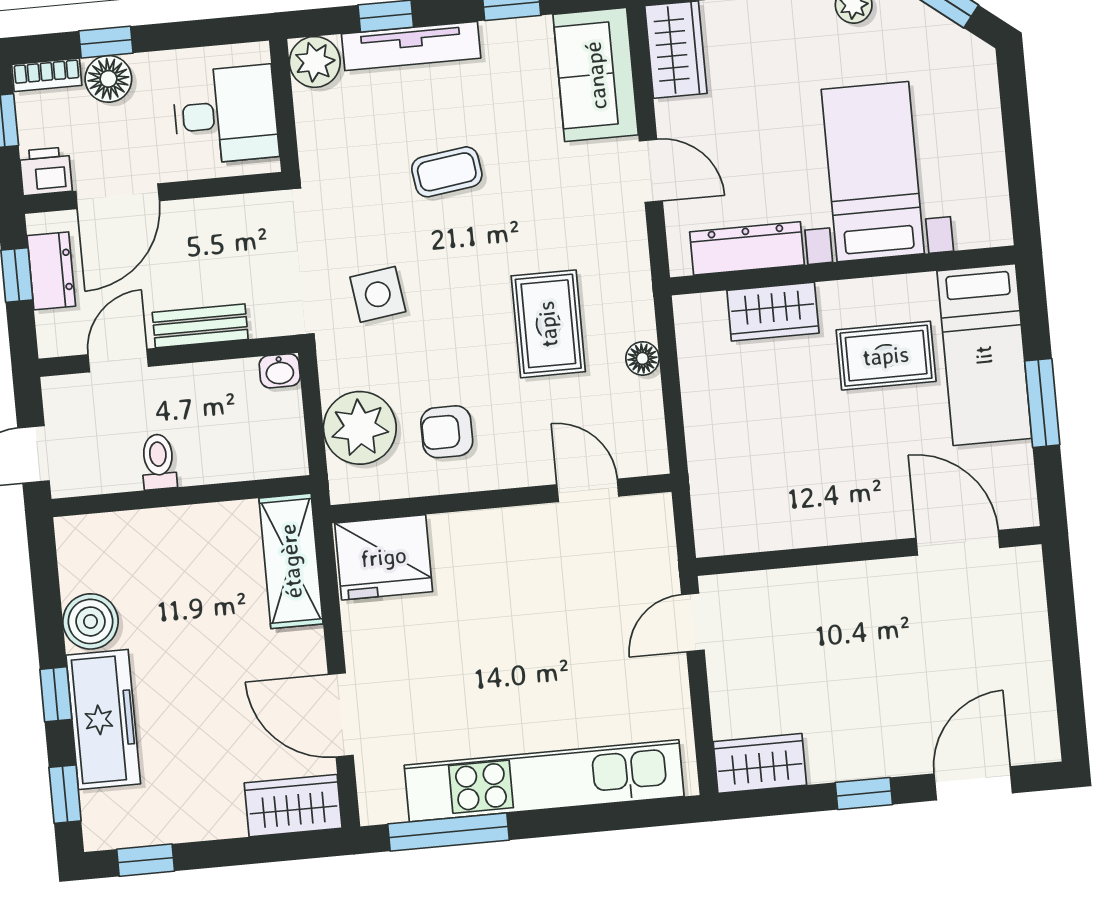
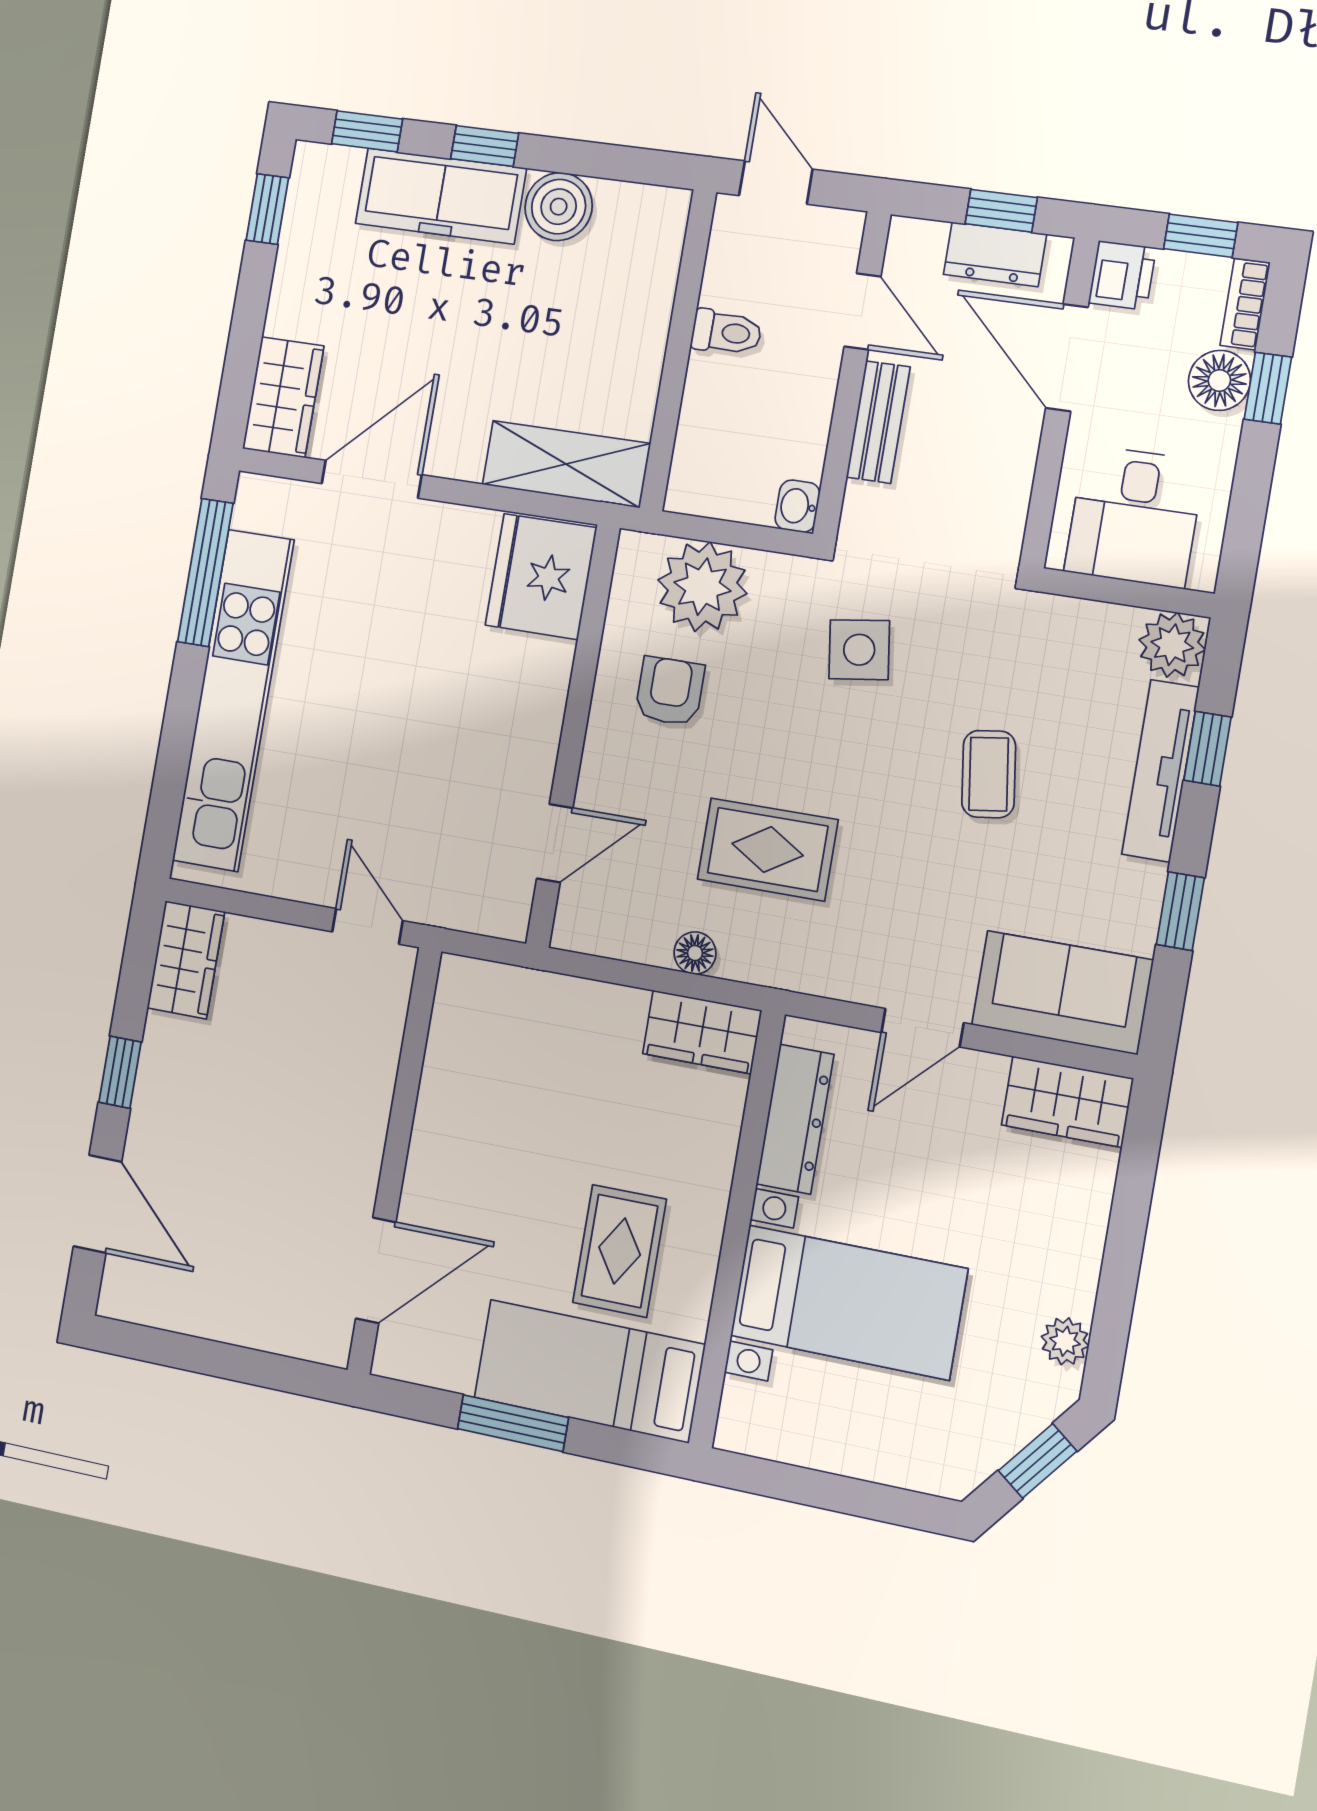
wardrobe: (773, 312) -> (702, 1032), moved, turned -90

